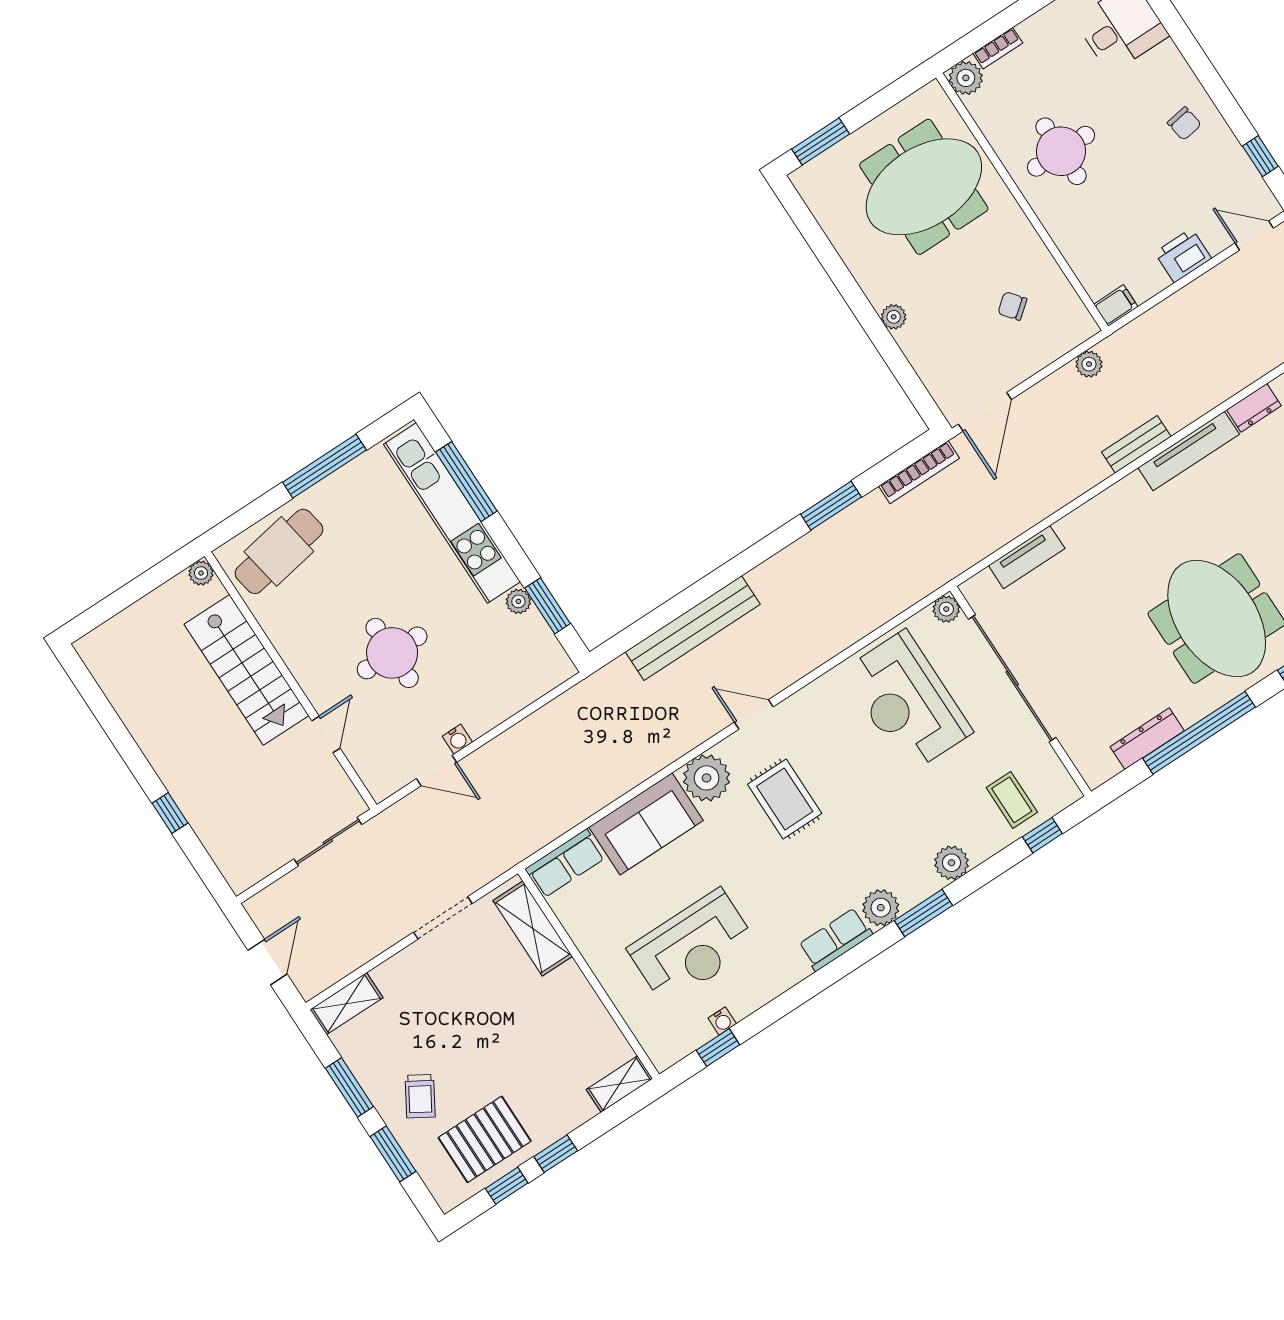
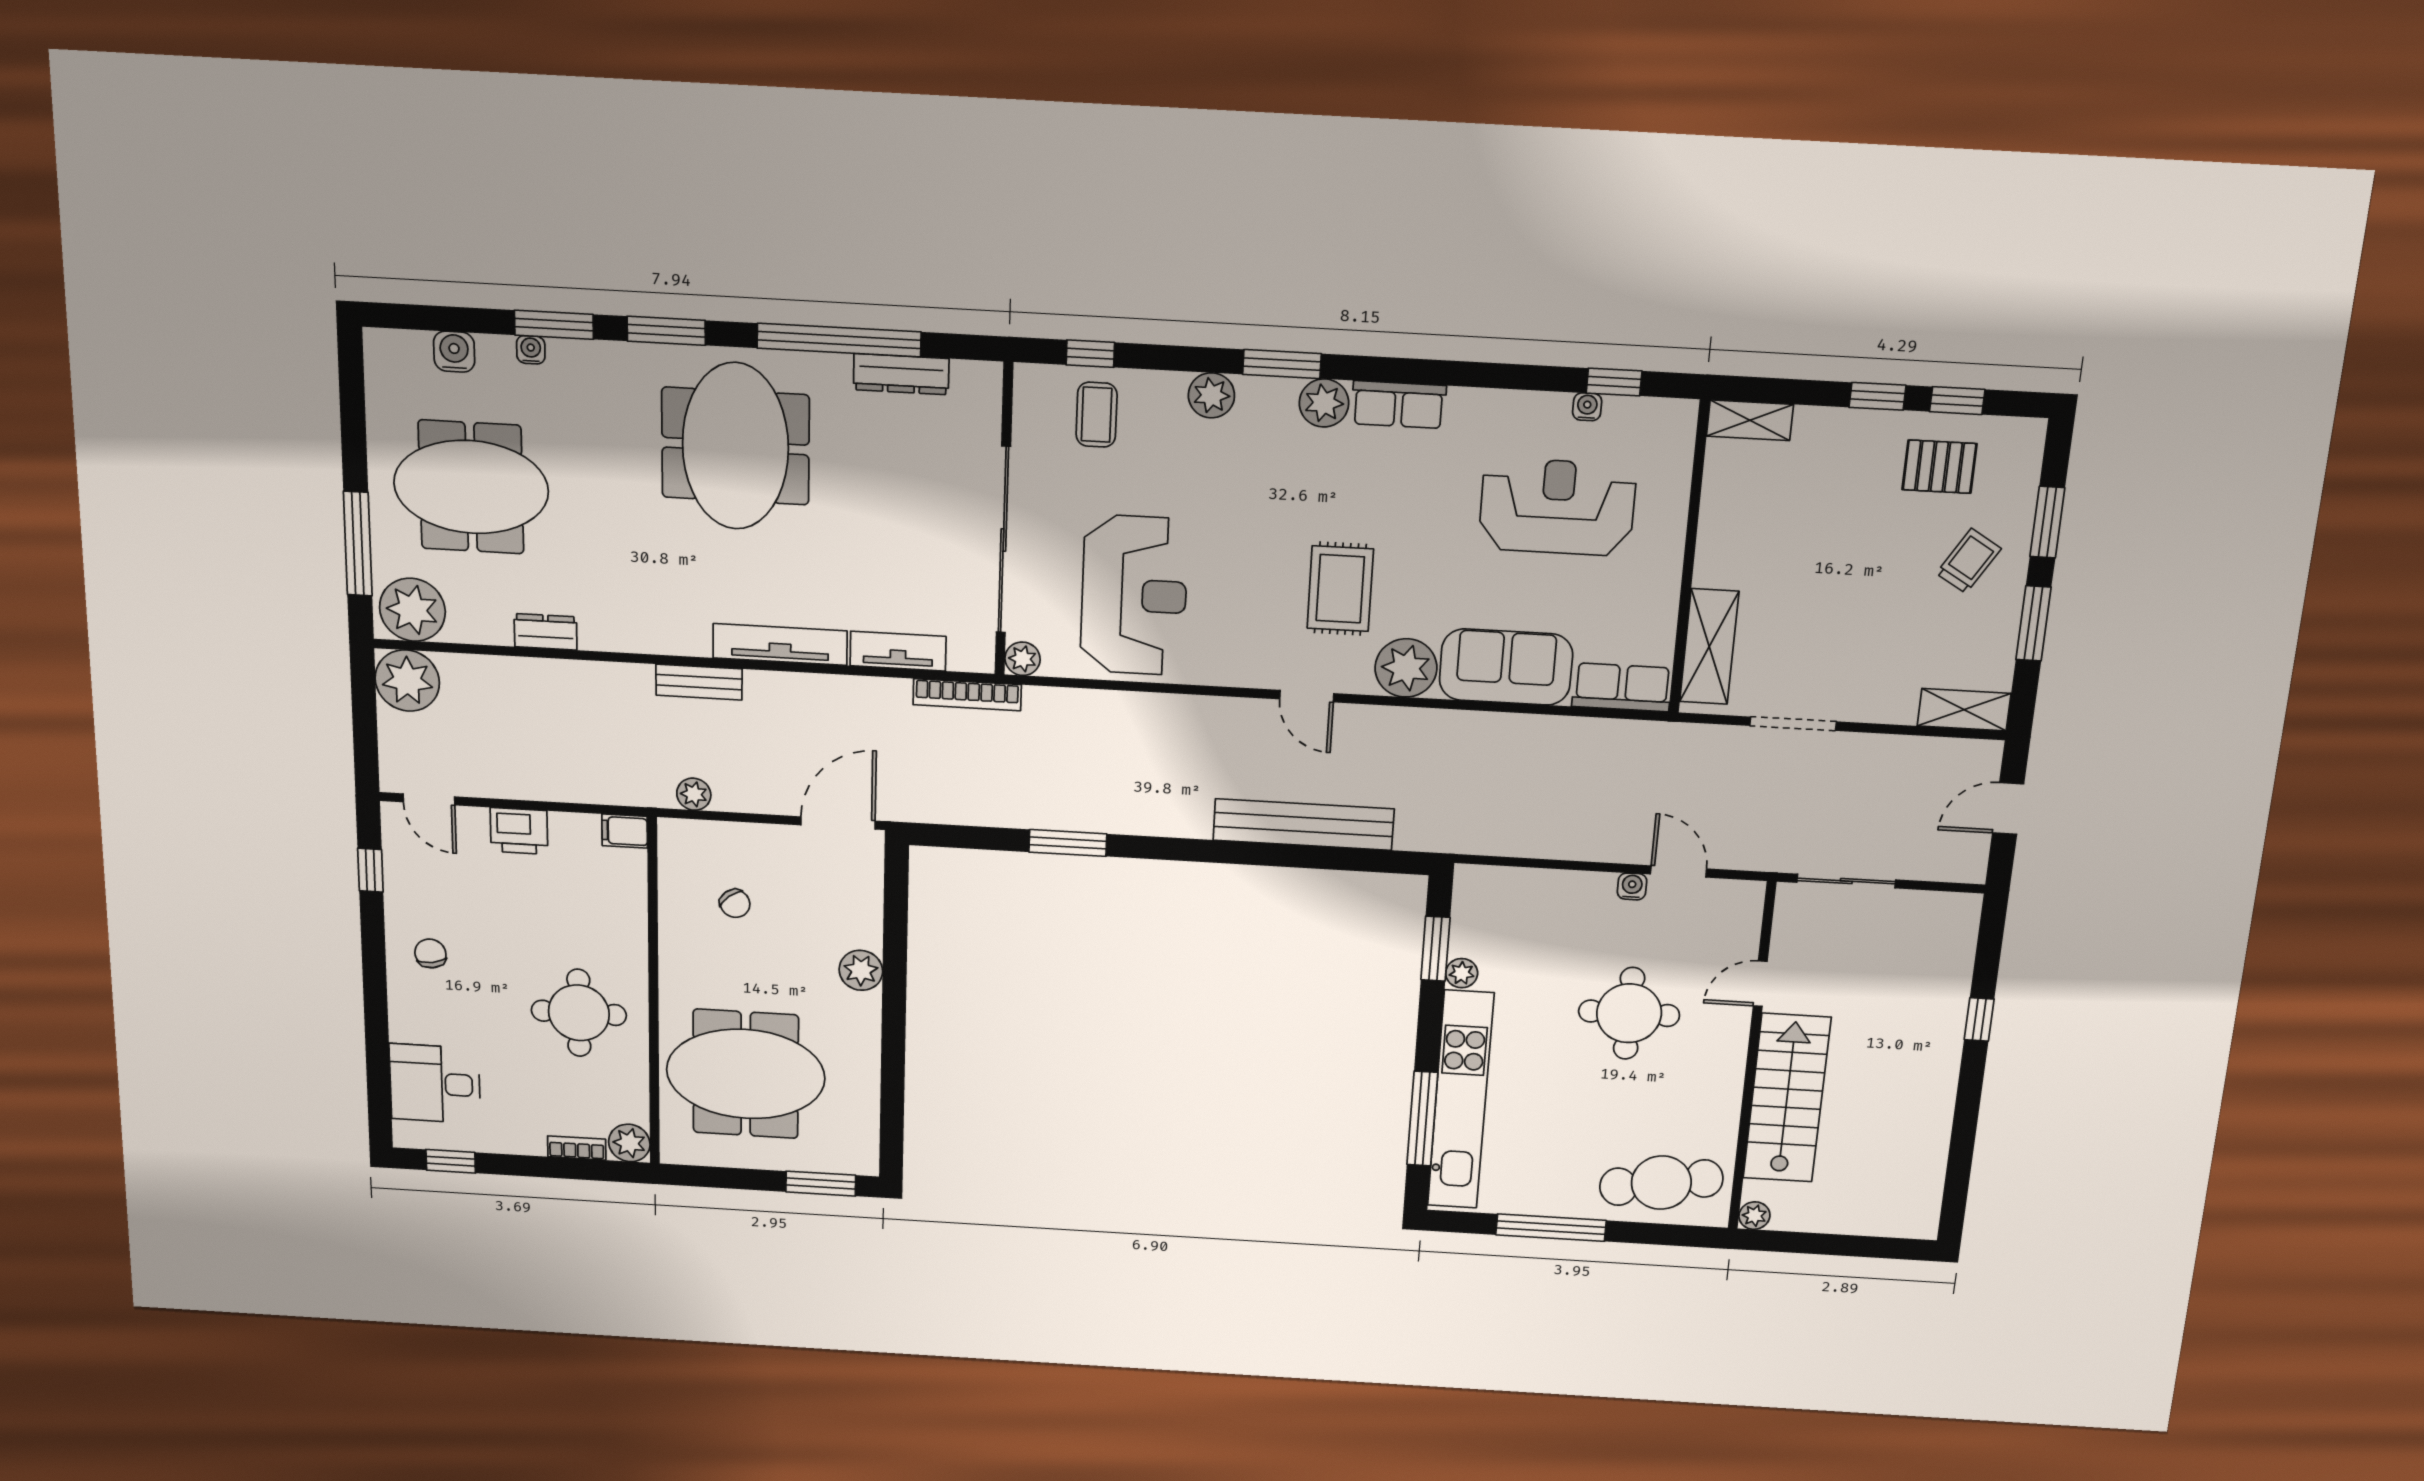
plant: (894, 317) -> (861, 970), width x1.38, depth x1.38
tv unit: (1189, 451) -> (780, 644), moved
bookcase: (919, 472) -> (967, 695), moved, turned 180
pallet: (485, 1139) -> (1939, 467), width x0.67, depth x0.71

